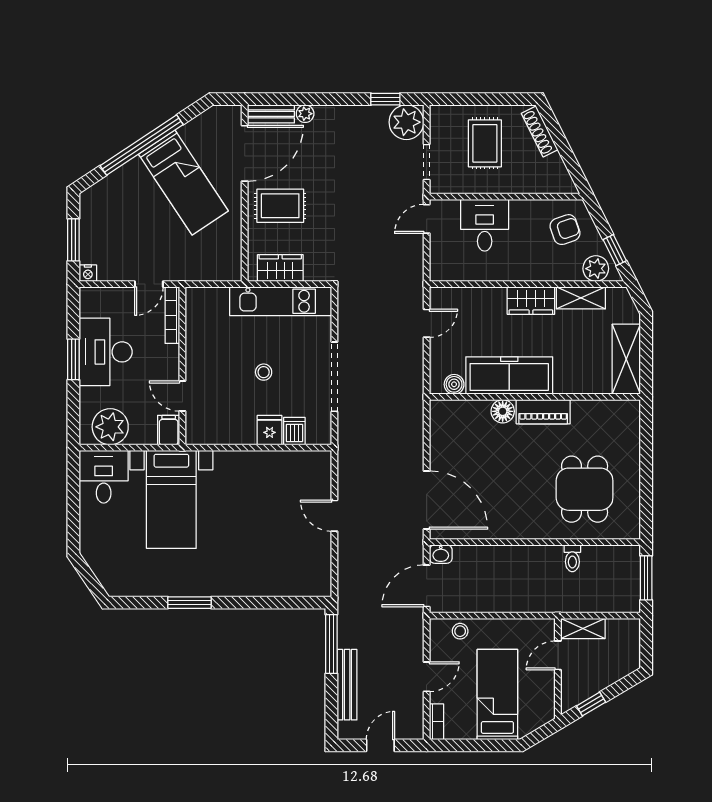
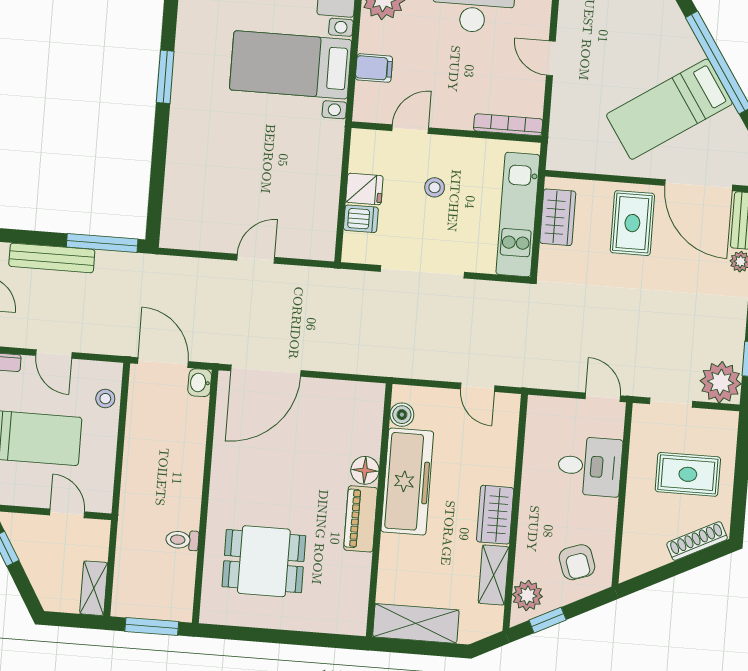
bookcase: (172, 315) -> (508, 125), moved
wall: (182, 366) -> (446, 132), moved
door: (182, 396) -> (410, 129), moved
shelving: (583, 628) -> (94, 588), moved

